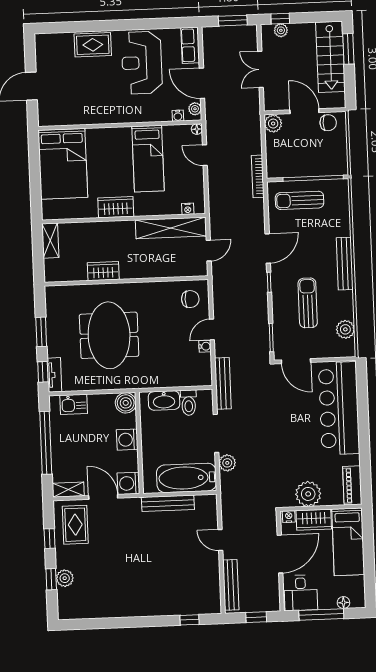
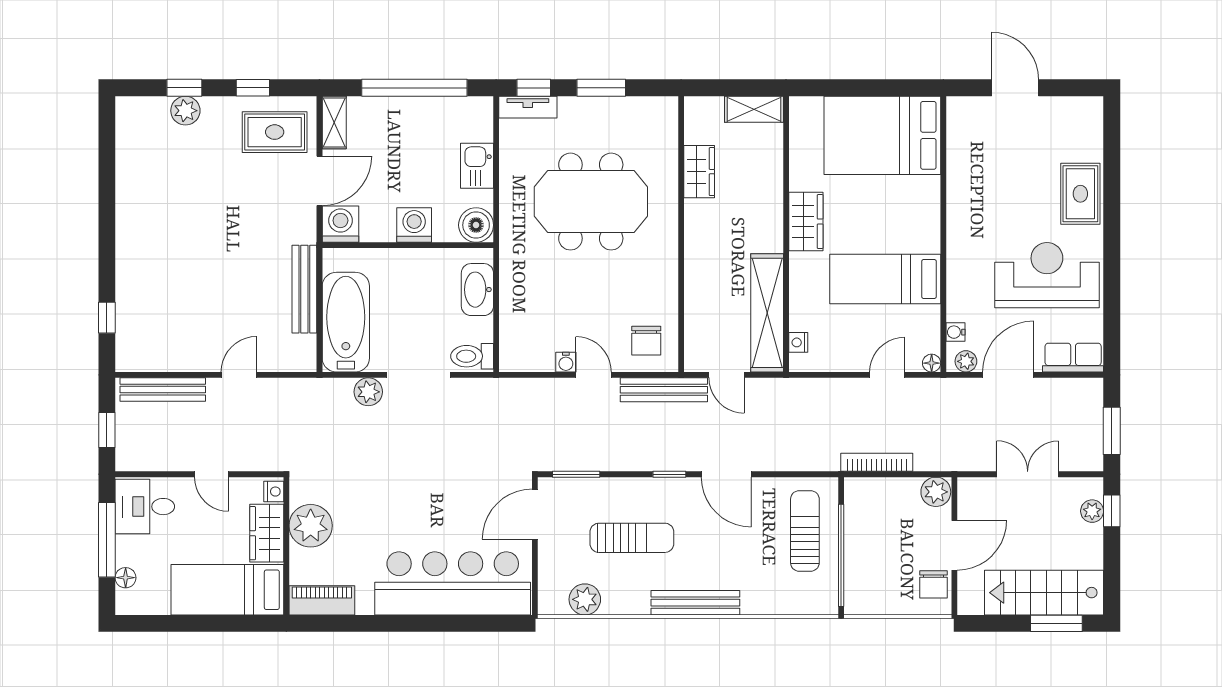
bookcase: (258, 176) -> (877, 462), moved
wardrobe: (103, 271) -> (699, 172), moved
bench: (223, 383) -> (664, 390), moved
toilet: (189, 403) -> (472, 356), moved
kitchen sink: (74, 404) -> (477, 166), moved
door: (280, 554) -> (211, 474), width x0.53

